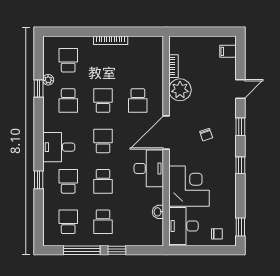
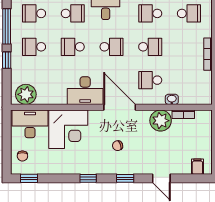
washbasin: (158, 212) -> (172, 99), moved
school desk: (68, 222) -> (34, 13), turned 180
plant: (153, 230) -> (26, 94), added

